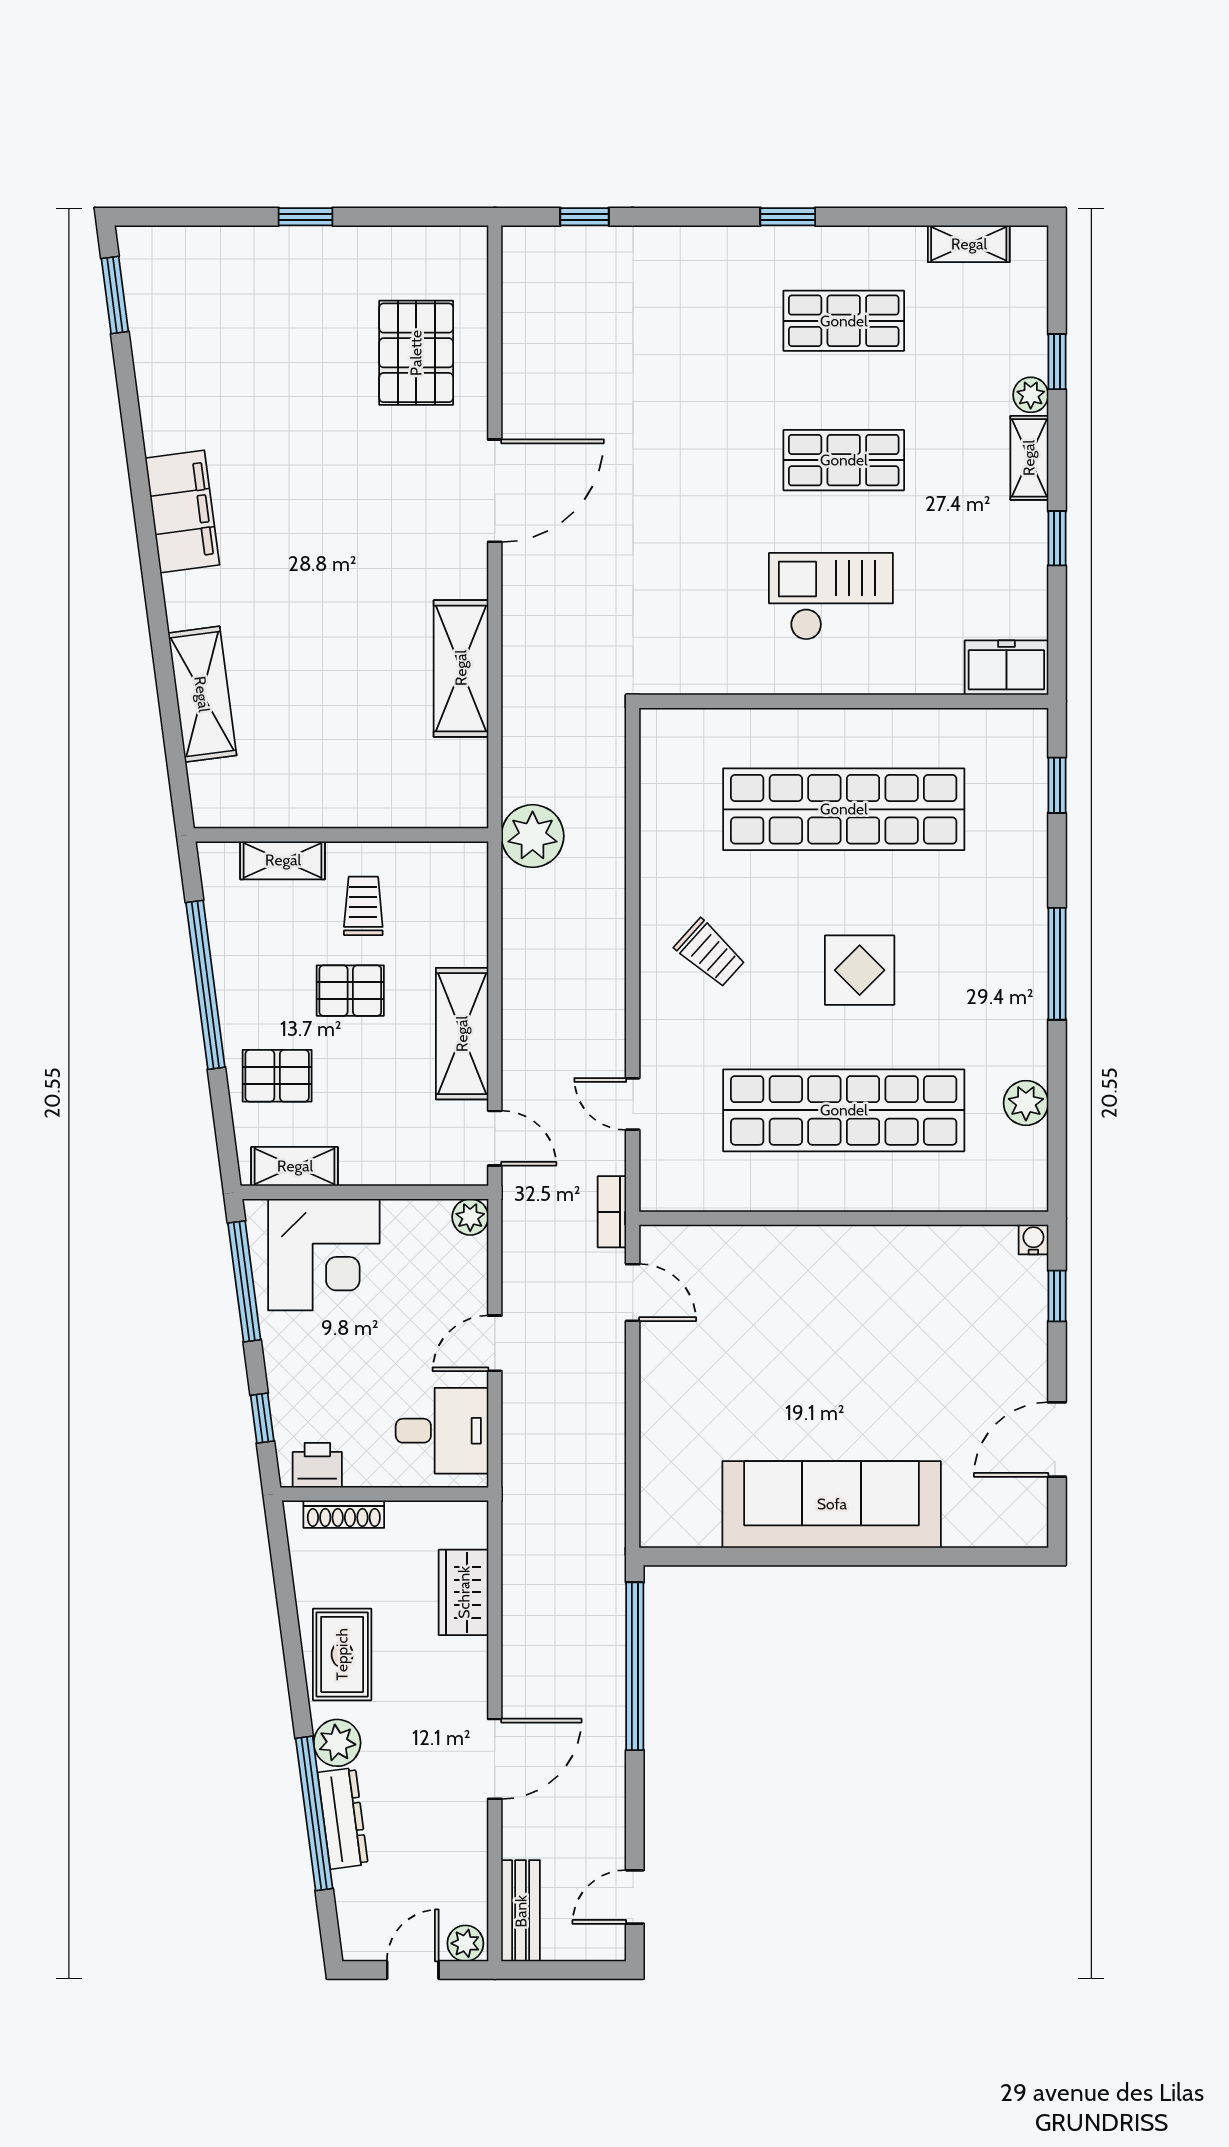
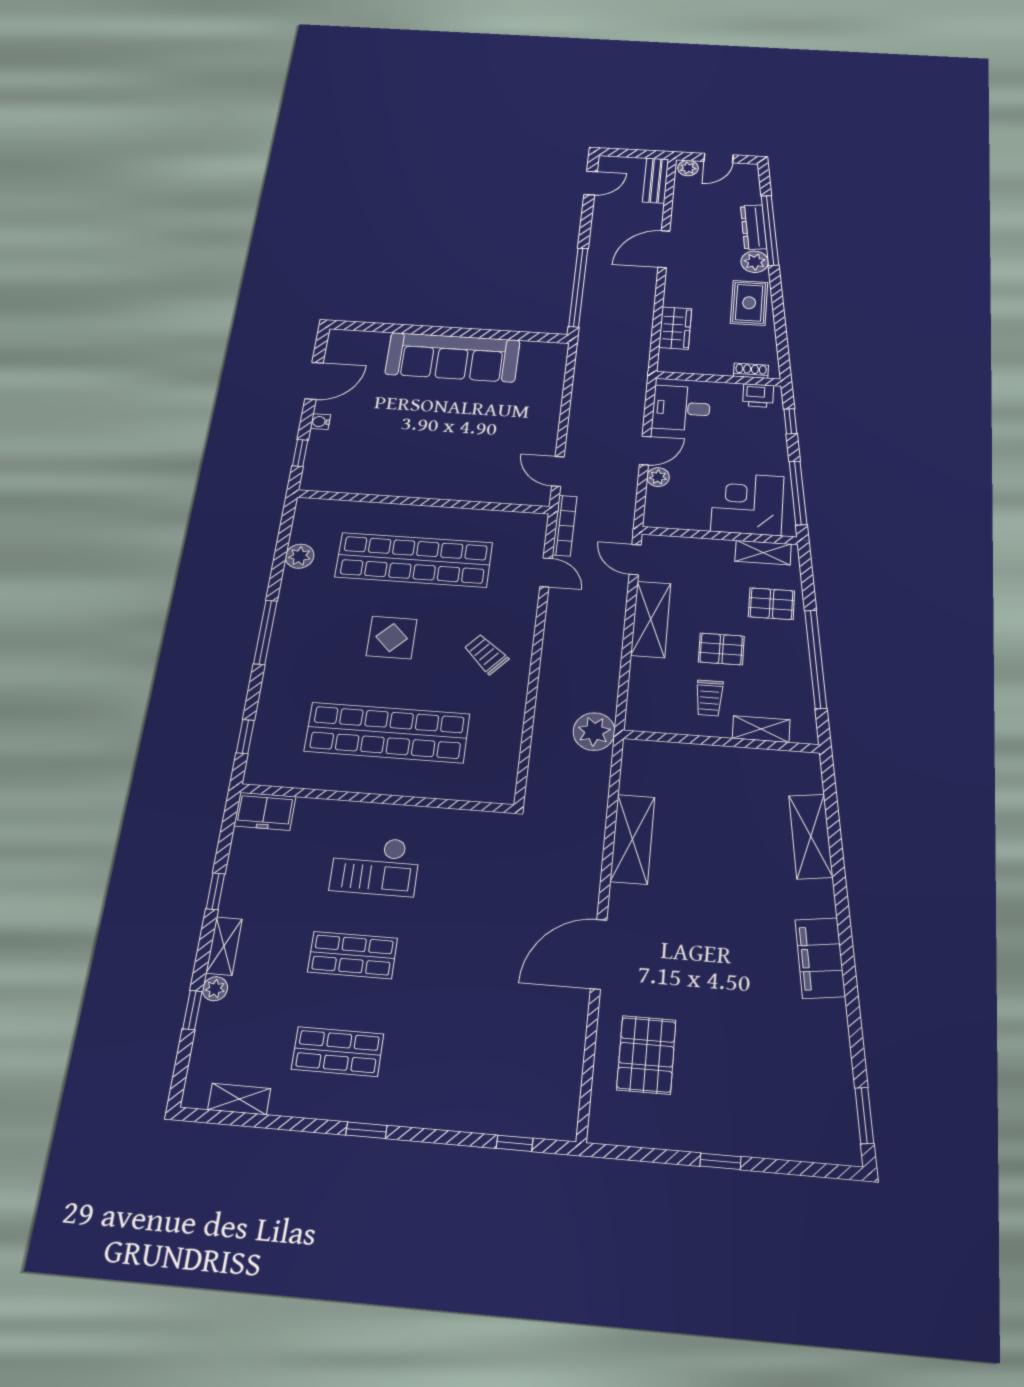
bookcase: (612, 1212) -> (565, 526), width x1.56
plant: (470, 1217) -> (658, 477), moved
water cooler: (1033, 1240) -> (320, 422), moved, turned 90
shoe rack: (344, 1514) -> (751, 371), width x0.70

